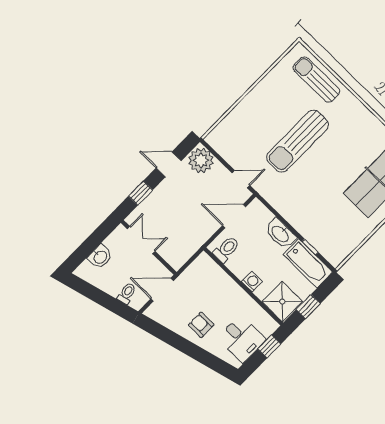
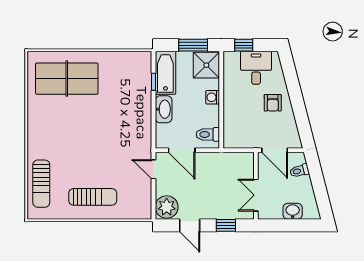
sun lounger: (298, 141) -> (93, 197), moved, width x0.73, depth x0.75
window: (308, 307) -> (193, 45), width x1.50

